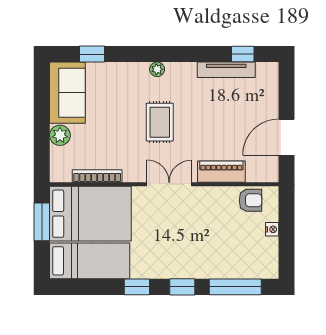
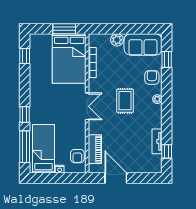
tv unit: (226, 70) -> (157, 141), width x0.71
armchair: (122, 78) -> (152, 77), added
rug: (160, 122) -> (125, 101), turned 90
piano: (221, 172) -> (95, 149), moved
bed: (90, 261) -> (43, 149), moved, turned 180
window: (137, 287) -> (25, 56), moved

